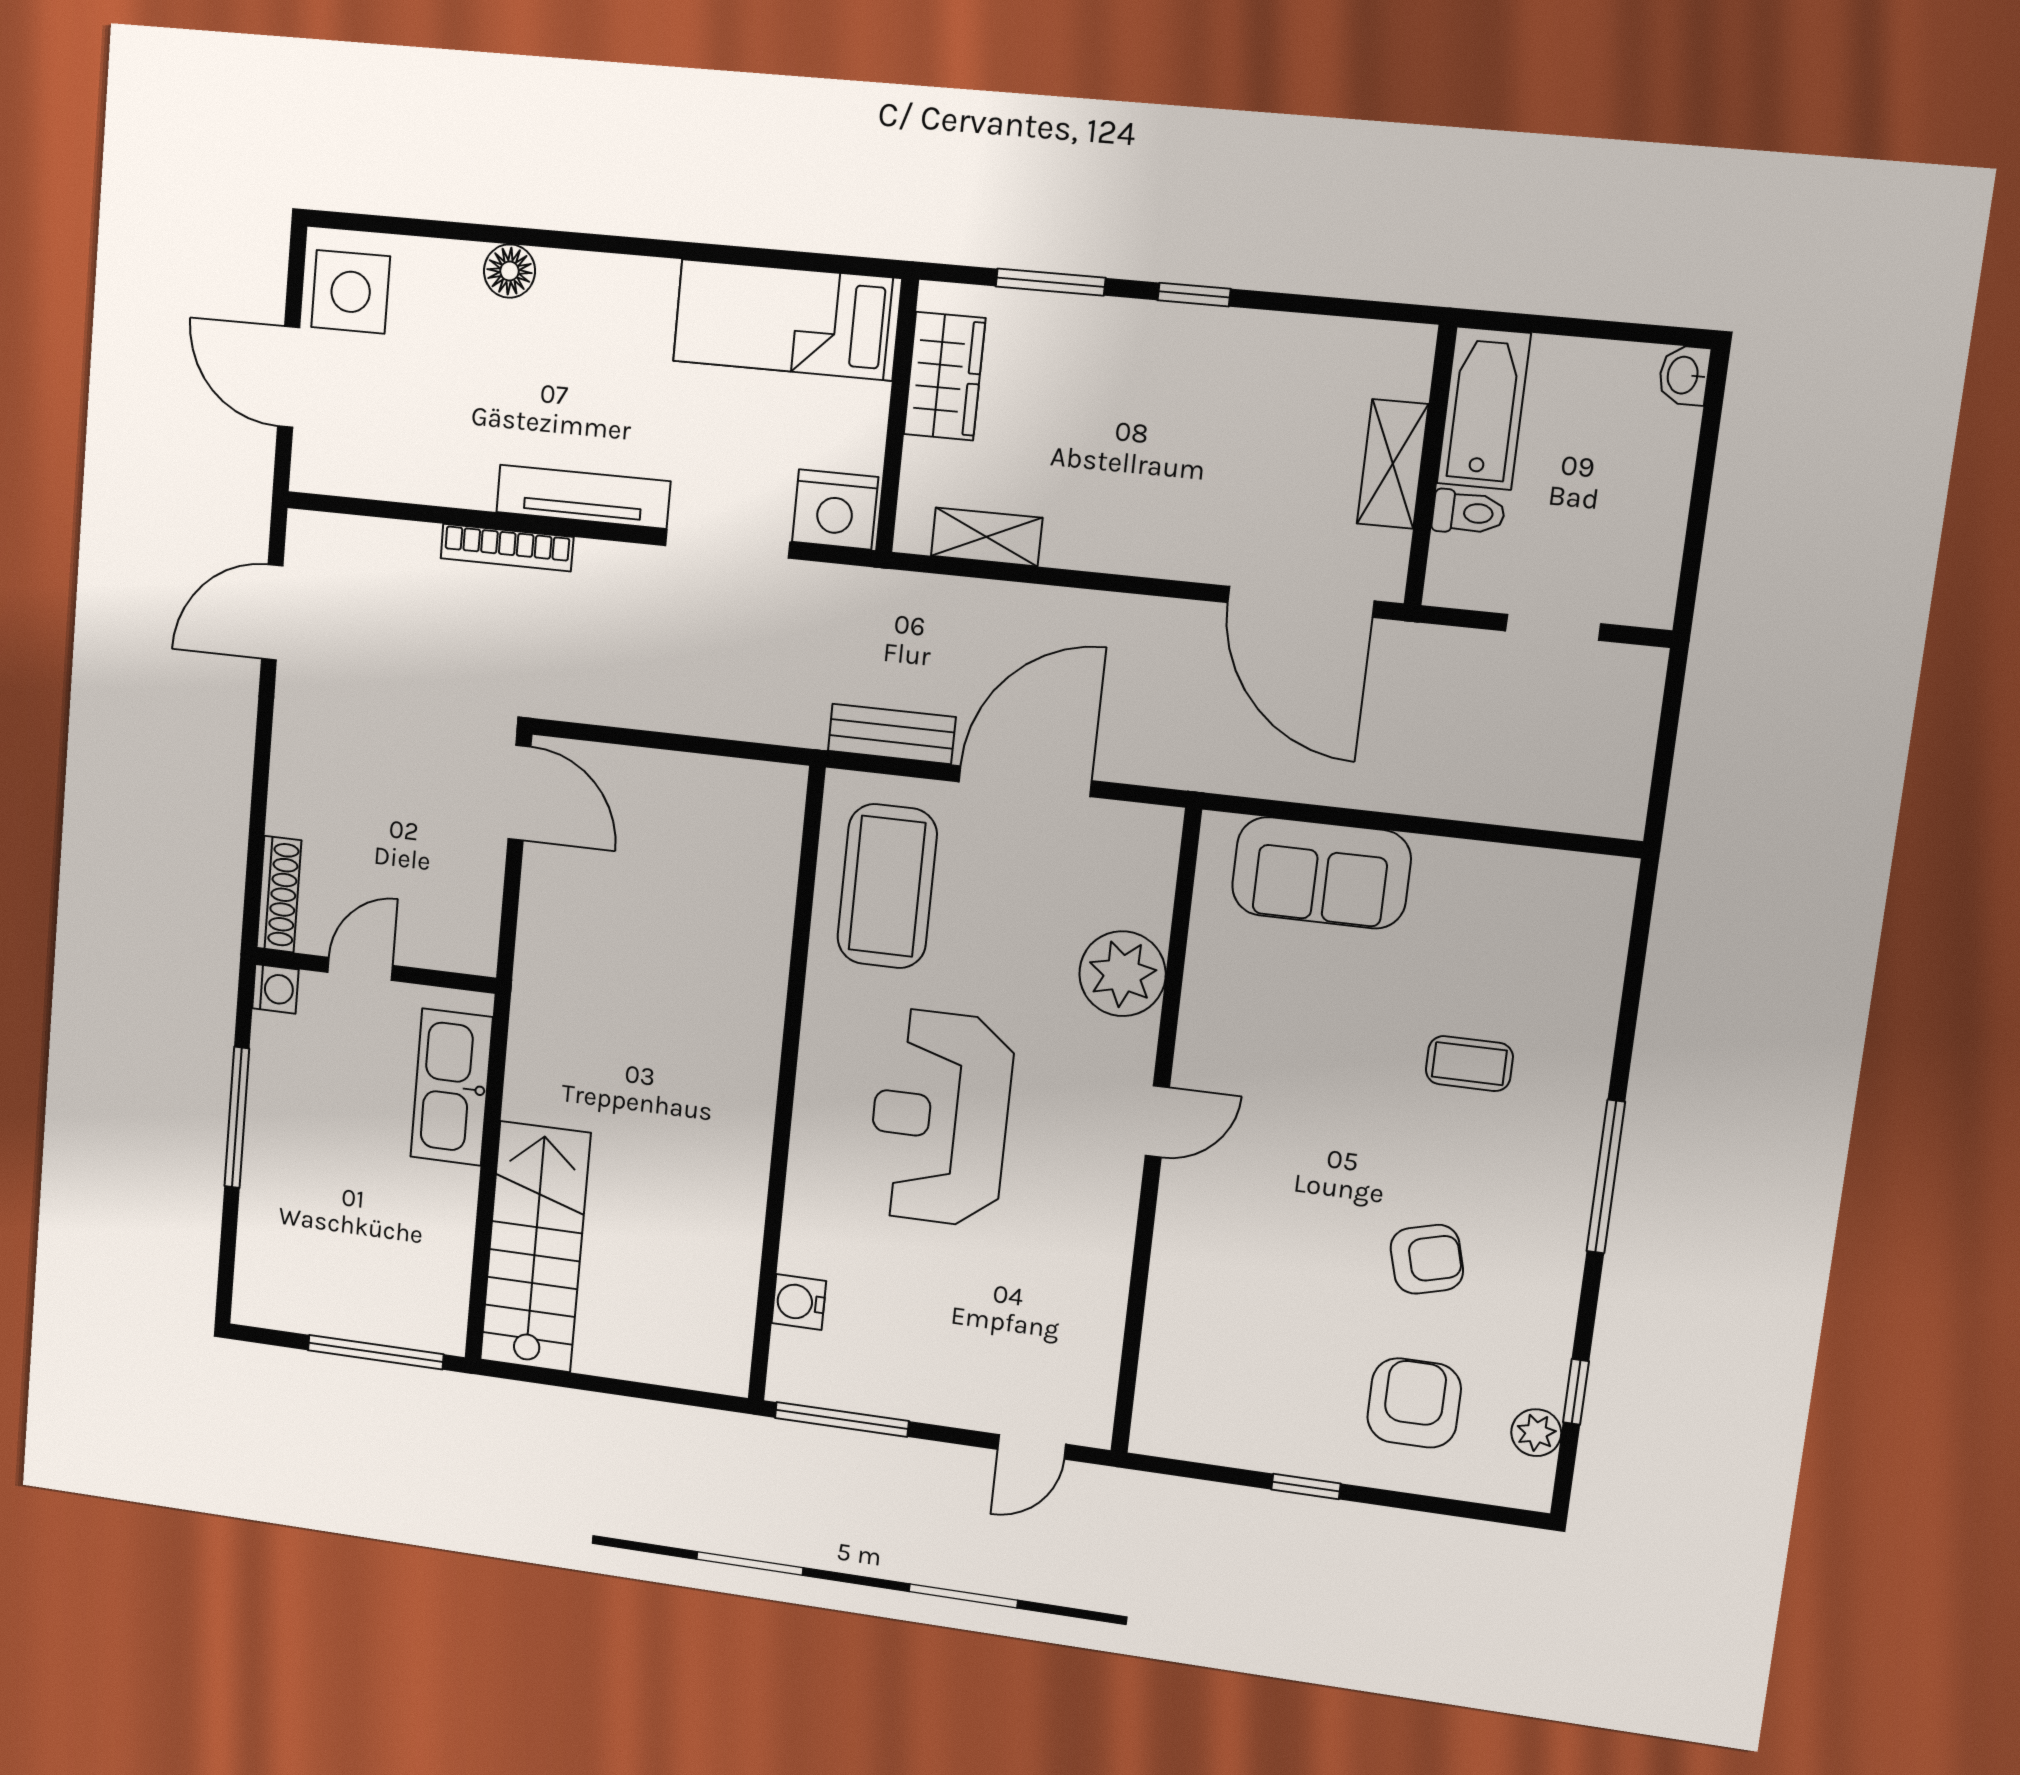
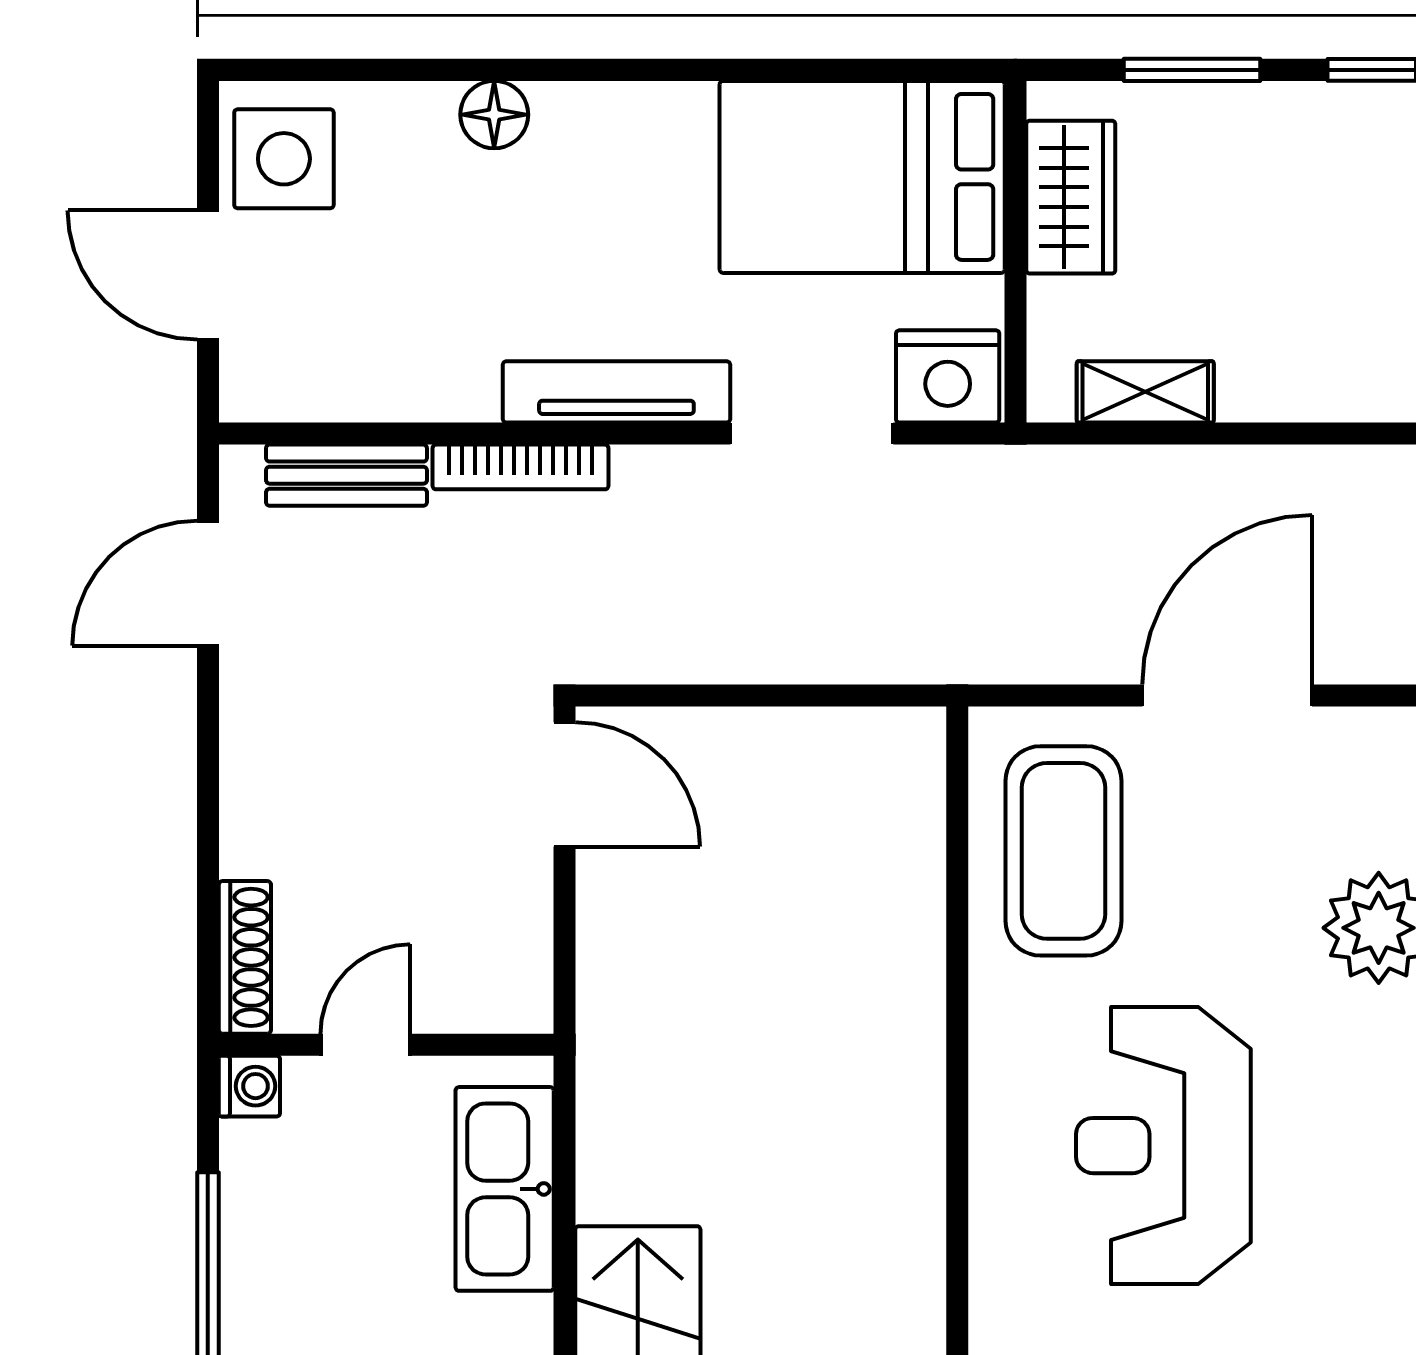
bed: (787, 320) -> (862, 177), width x1.50
bench: (892, 734) -> (346, 475), moved

